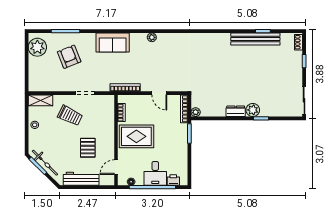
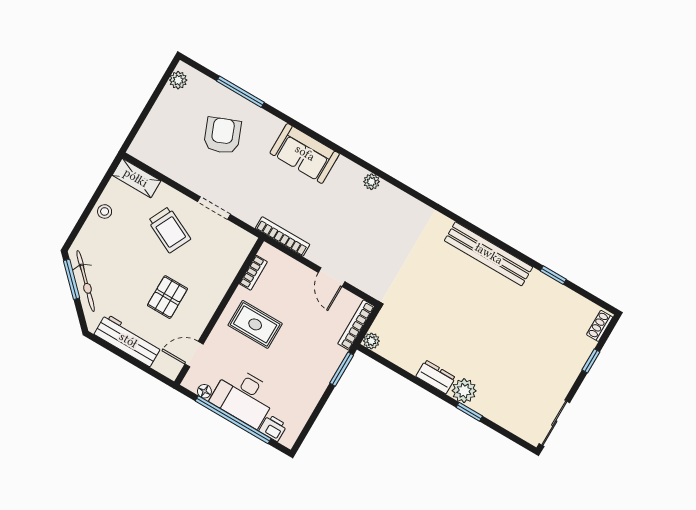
bench: (255, 39) -> (489, 254), moved
plant: (37, 47) -> (178, 80), width x0.53, depth x0.53
rug: (136, 136) -> (255, 324), width x0.73, depth x0.70
desk: (155, 173) -> (244, 397), width x1.37

